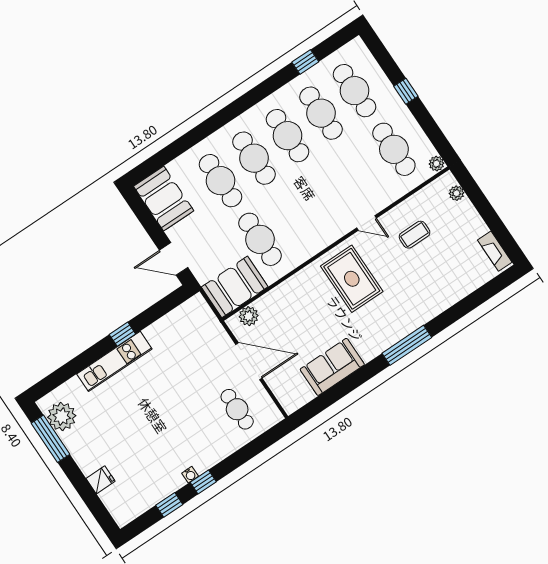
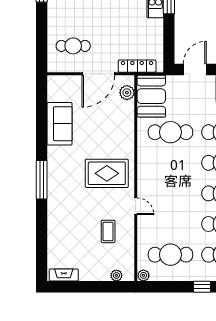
door: (366, 223) -> (136, 206), swing flipped
locker: (212, 324) -> (137, 66), added

